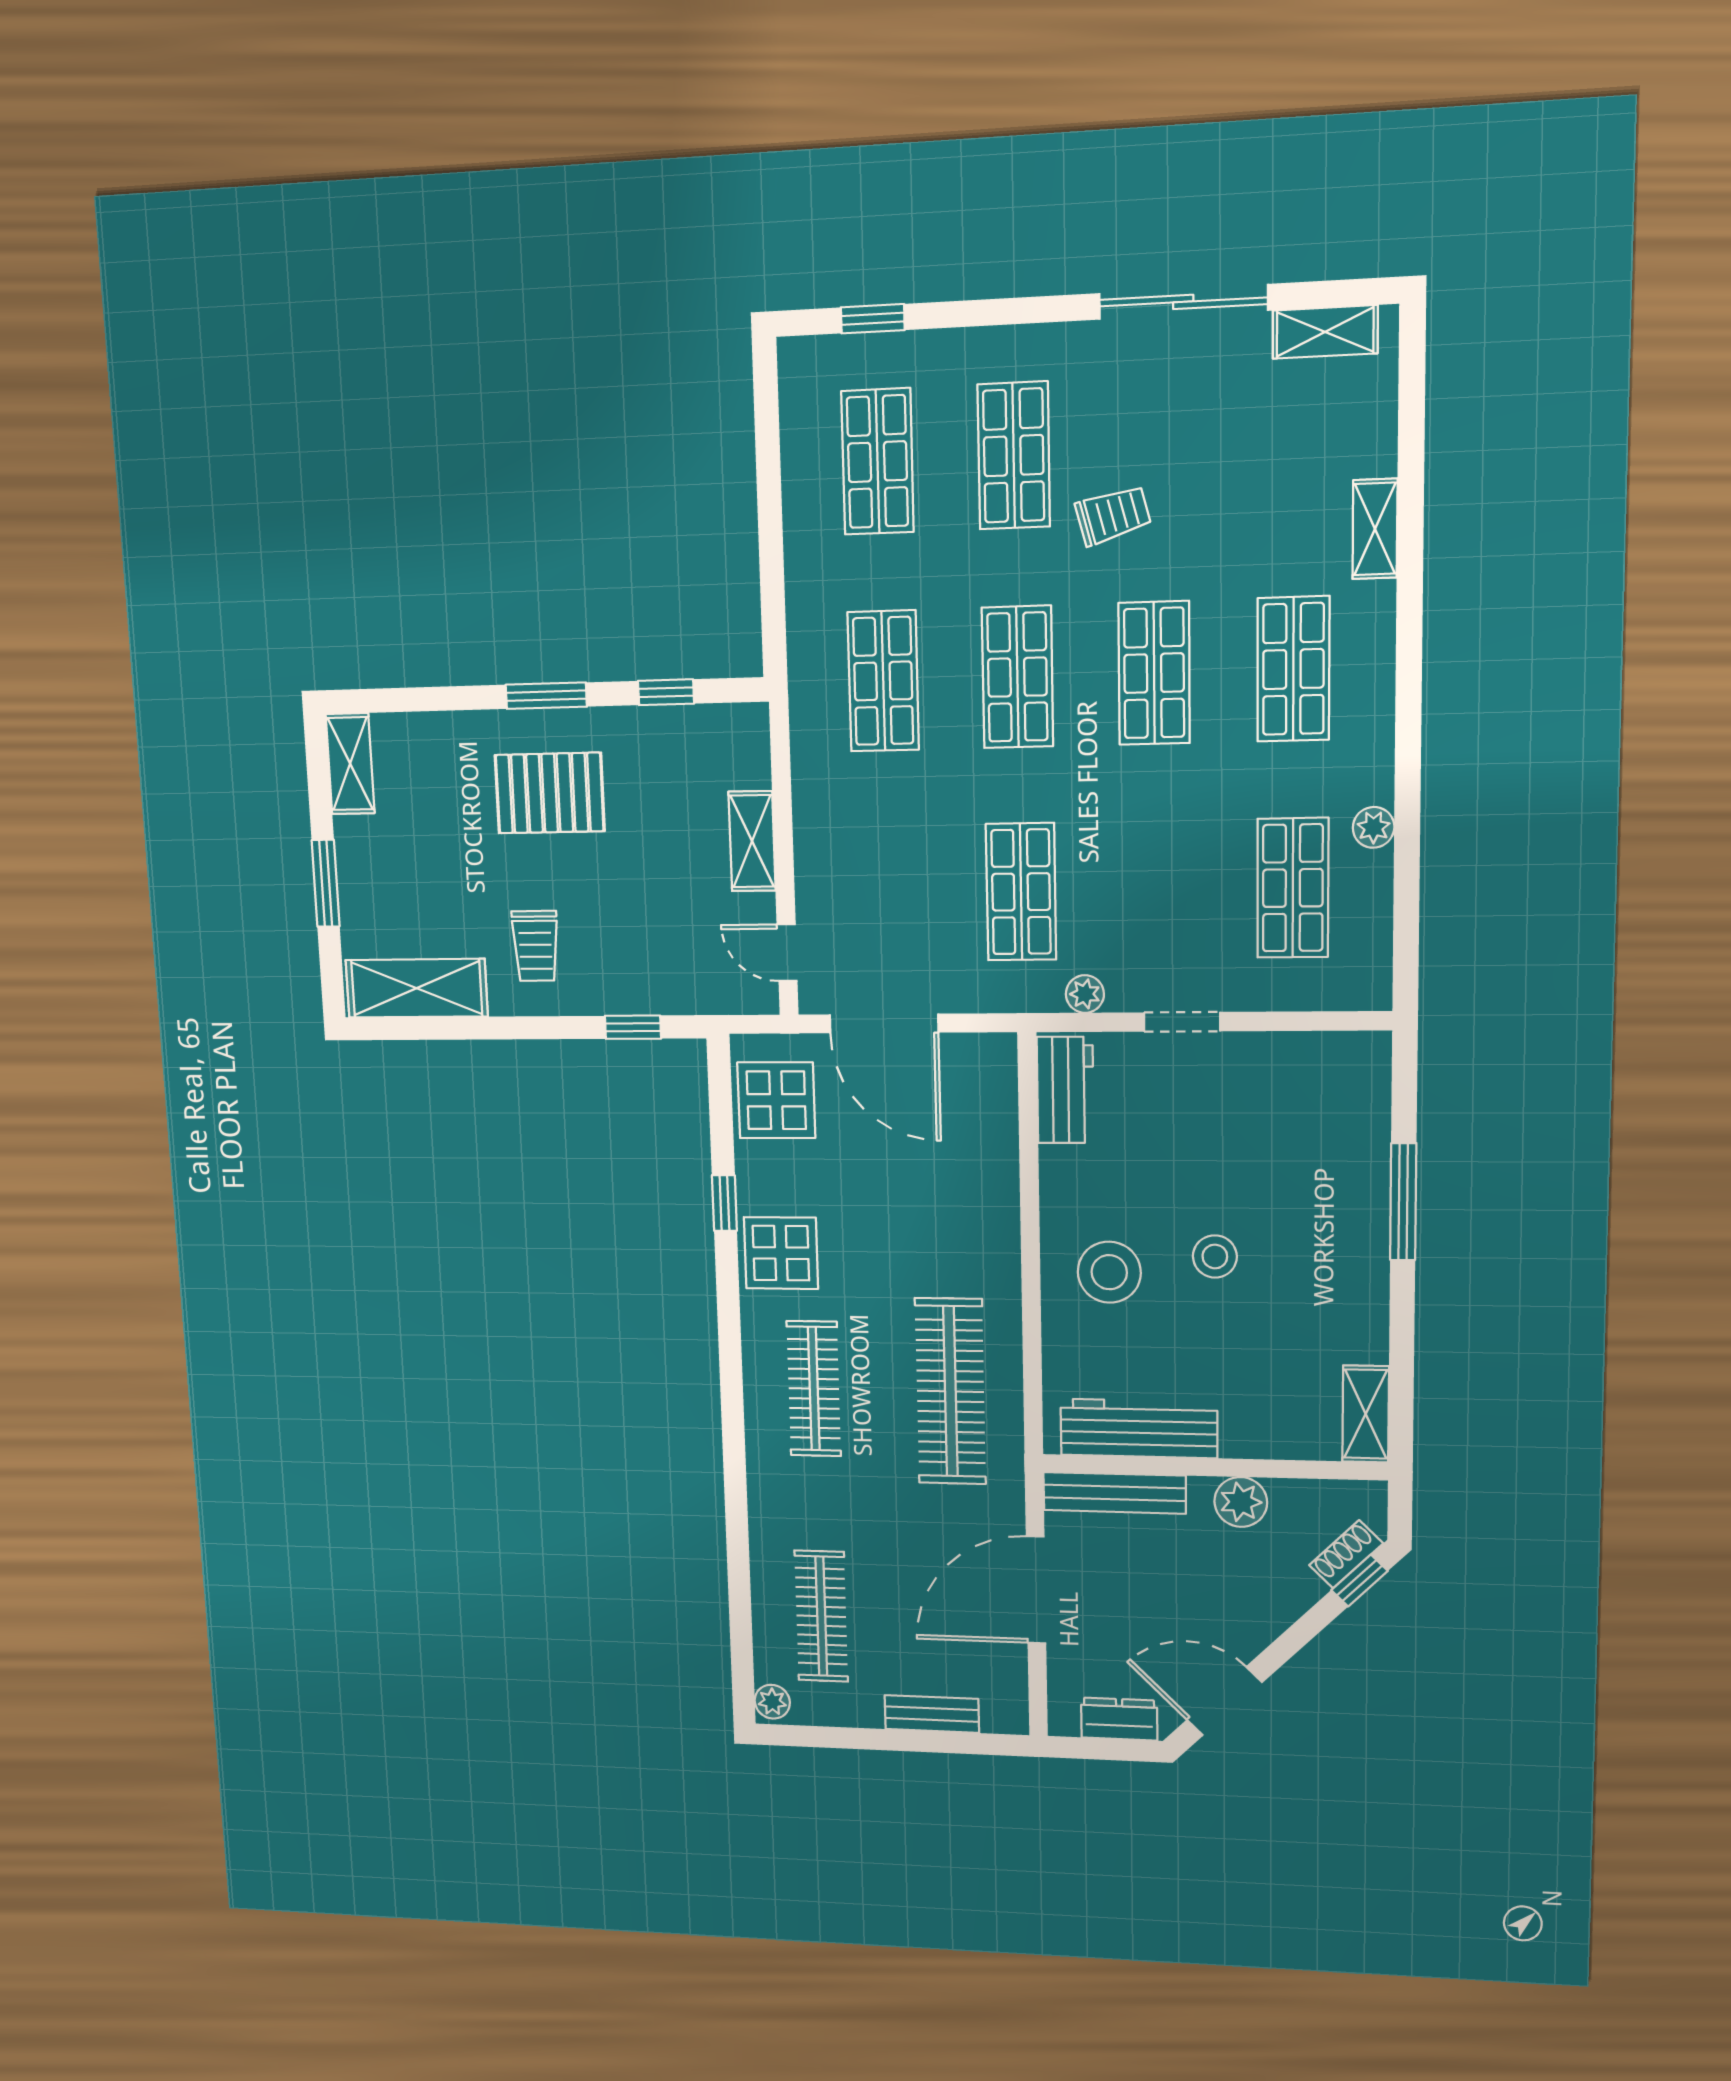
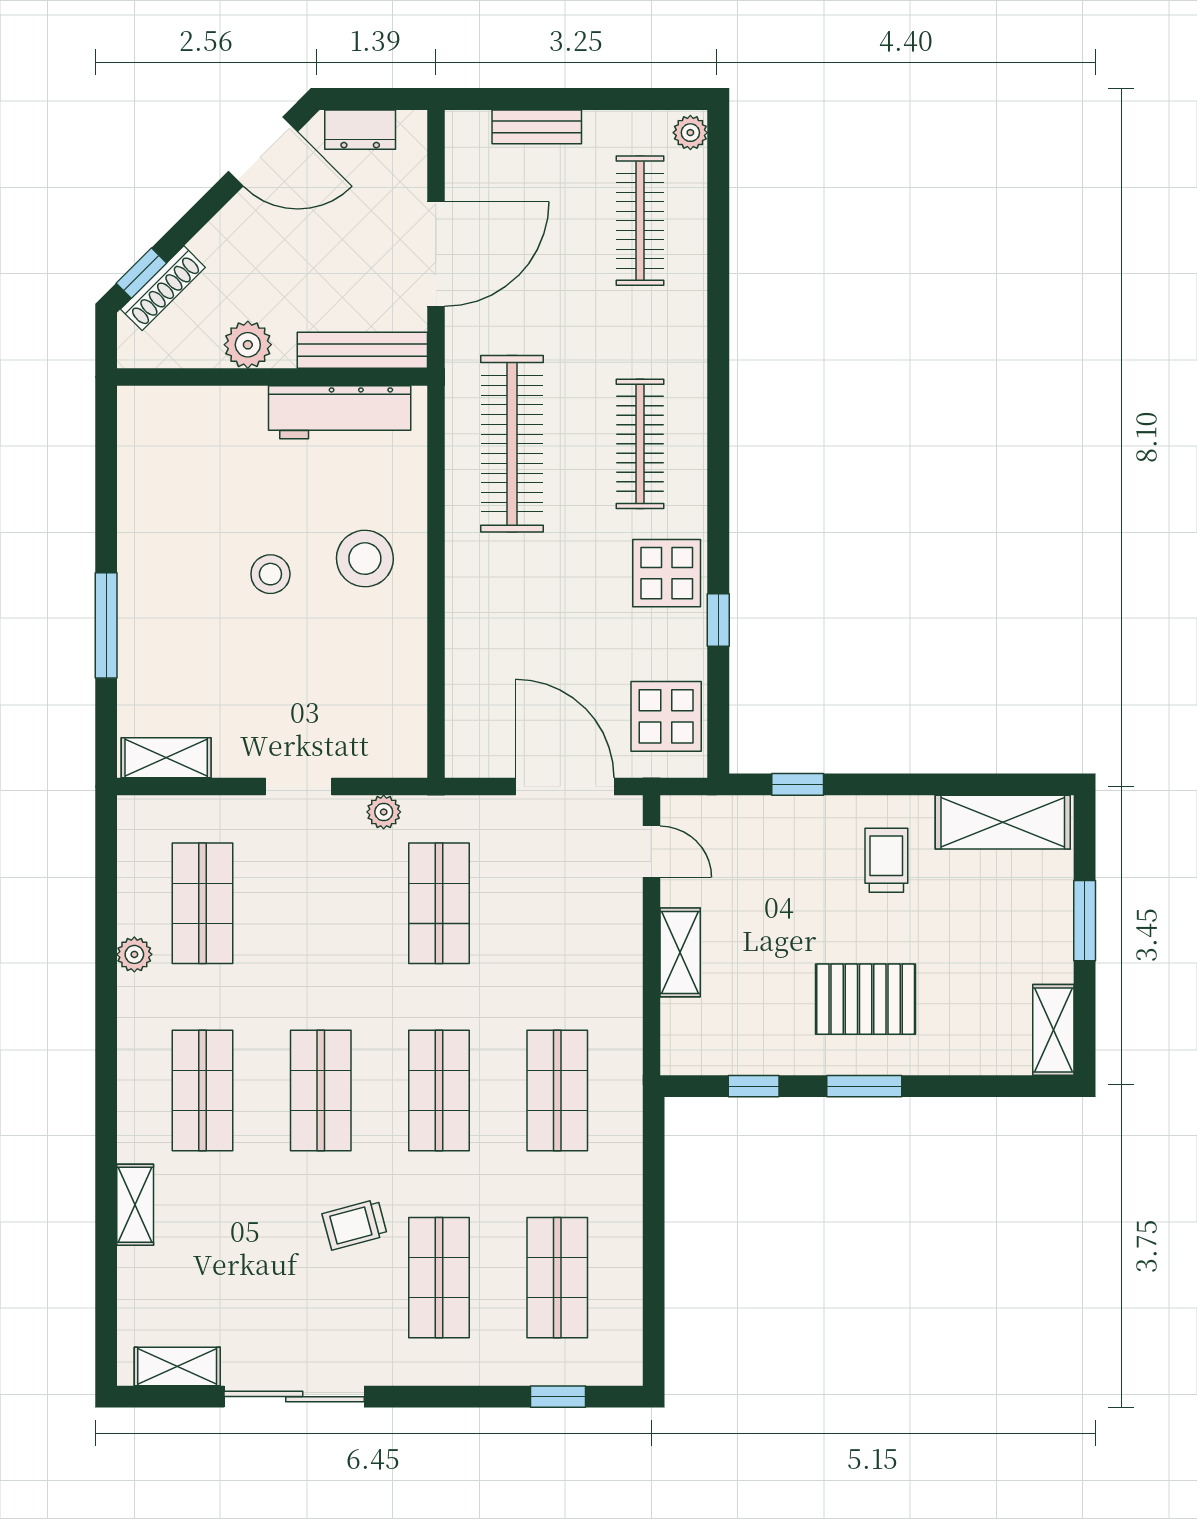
workbench: (1065, 1090) -> (402, 726), removed
shelving: (1366, 1414) -> (166, 758), moved, turned 90
shoe rack: (1346, 1554) -> (163, 288), width x1.43

